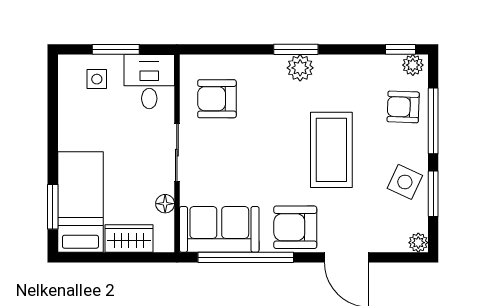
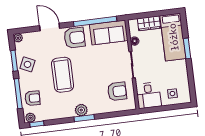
window: (116, 49) -> (166, 108), removed
window: (53, 207) -> (187, 48), moved

